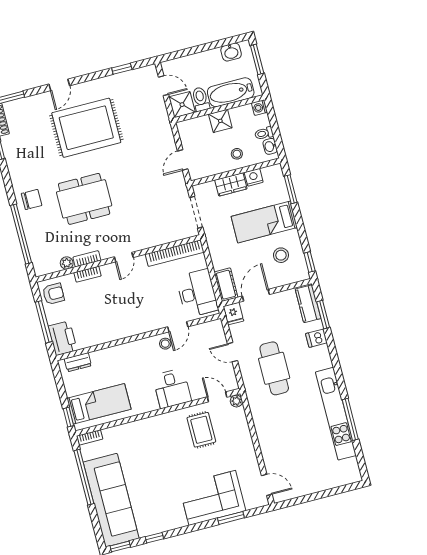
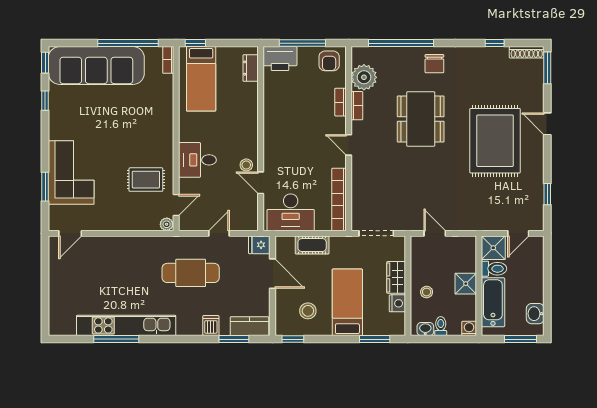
plant: (67, 263) -> (364, 77), width x1.88, depth x1.88
cot: (226, 285) -> (312, 245), moved

